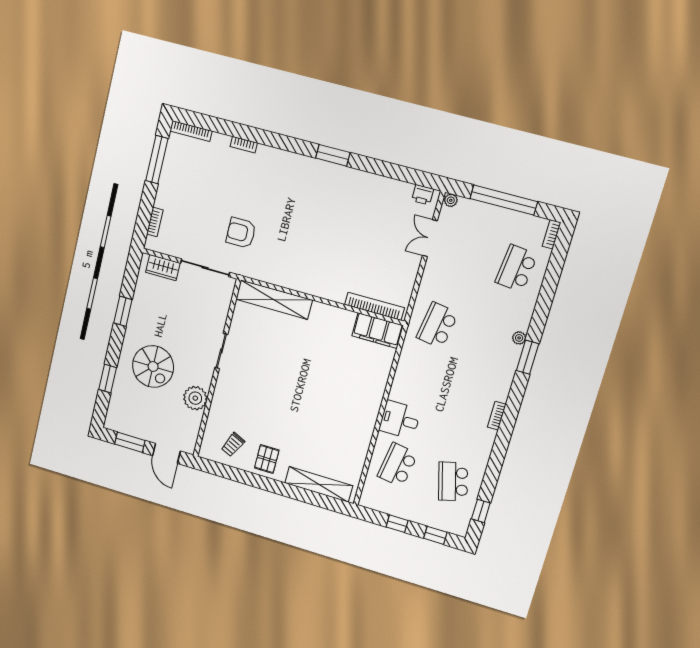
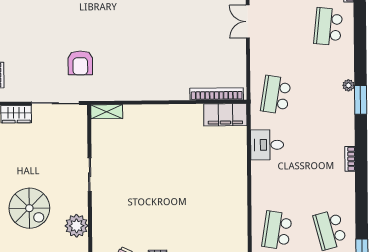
armchair: (241, 233) -> (80, 63), turned -90
shelving: (274, 300) -> (107, 112), width x0.45, depth x0.75
desk: (400, 420) -> (267, 145), moved

